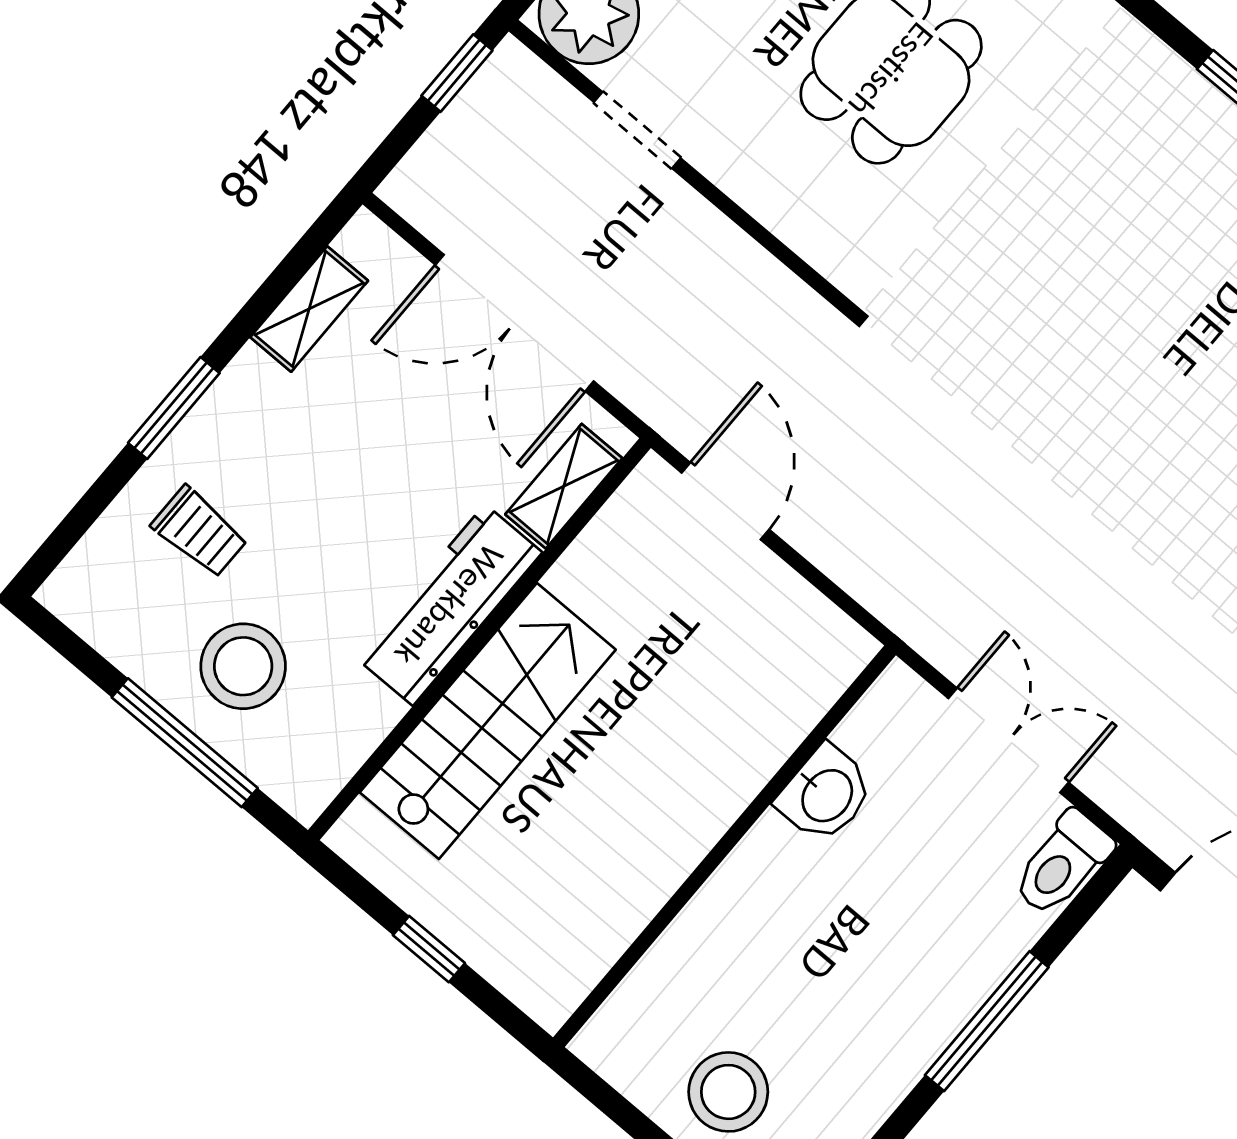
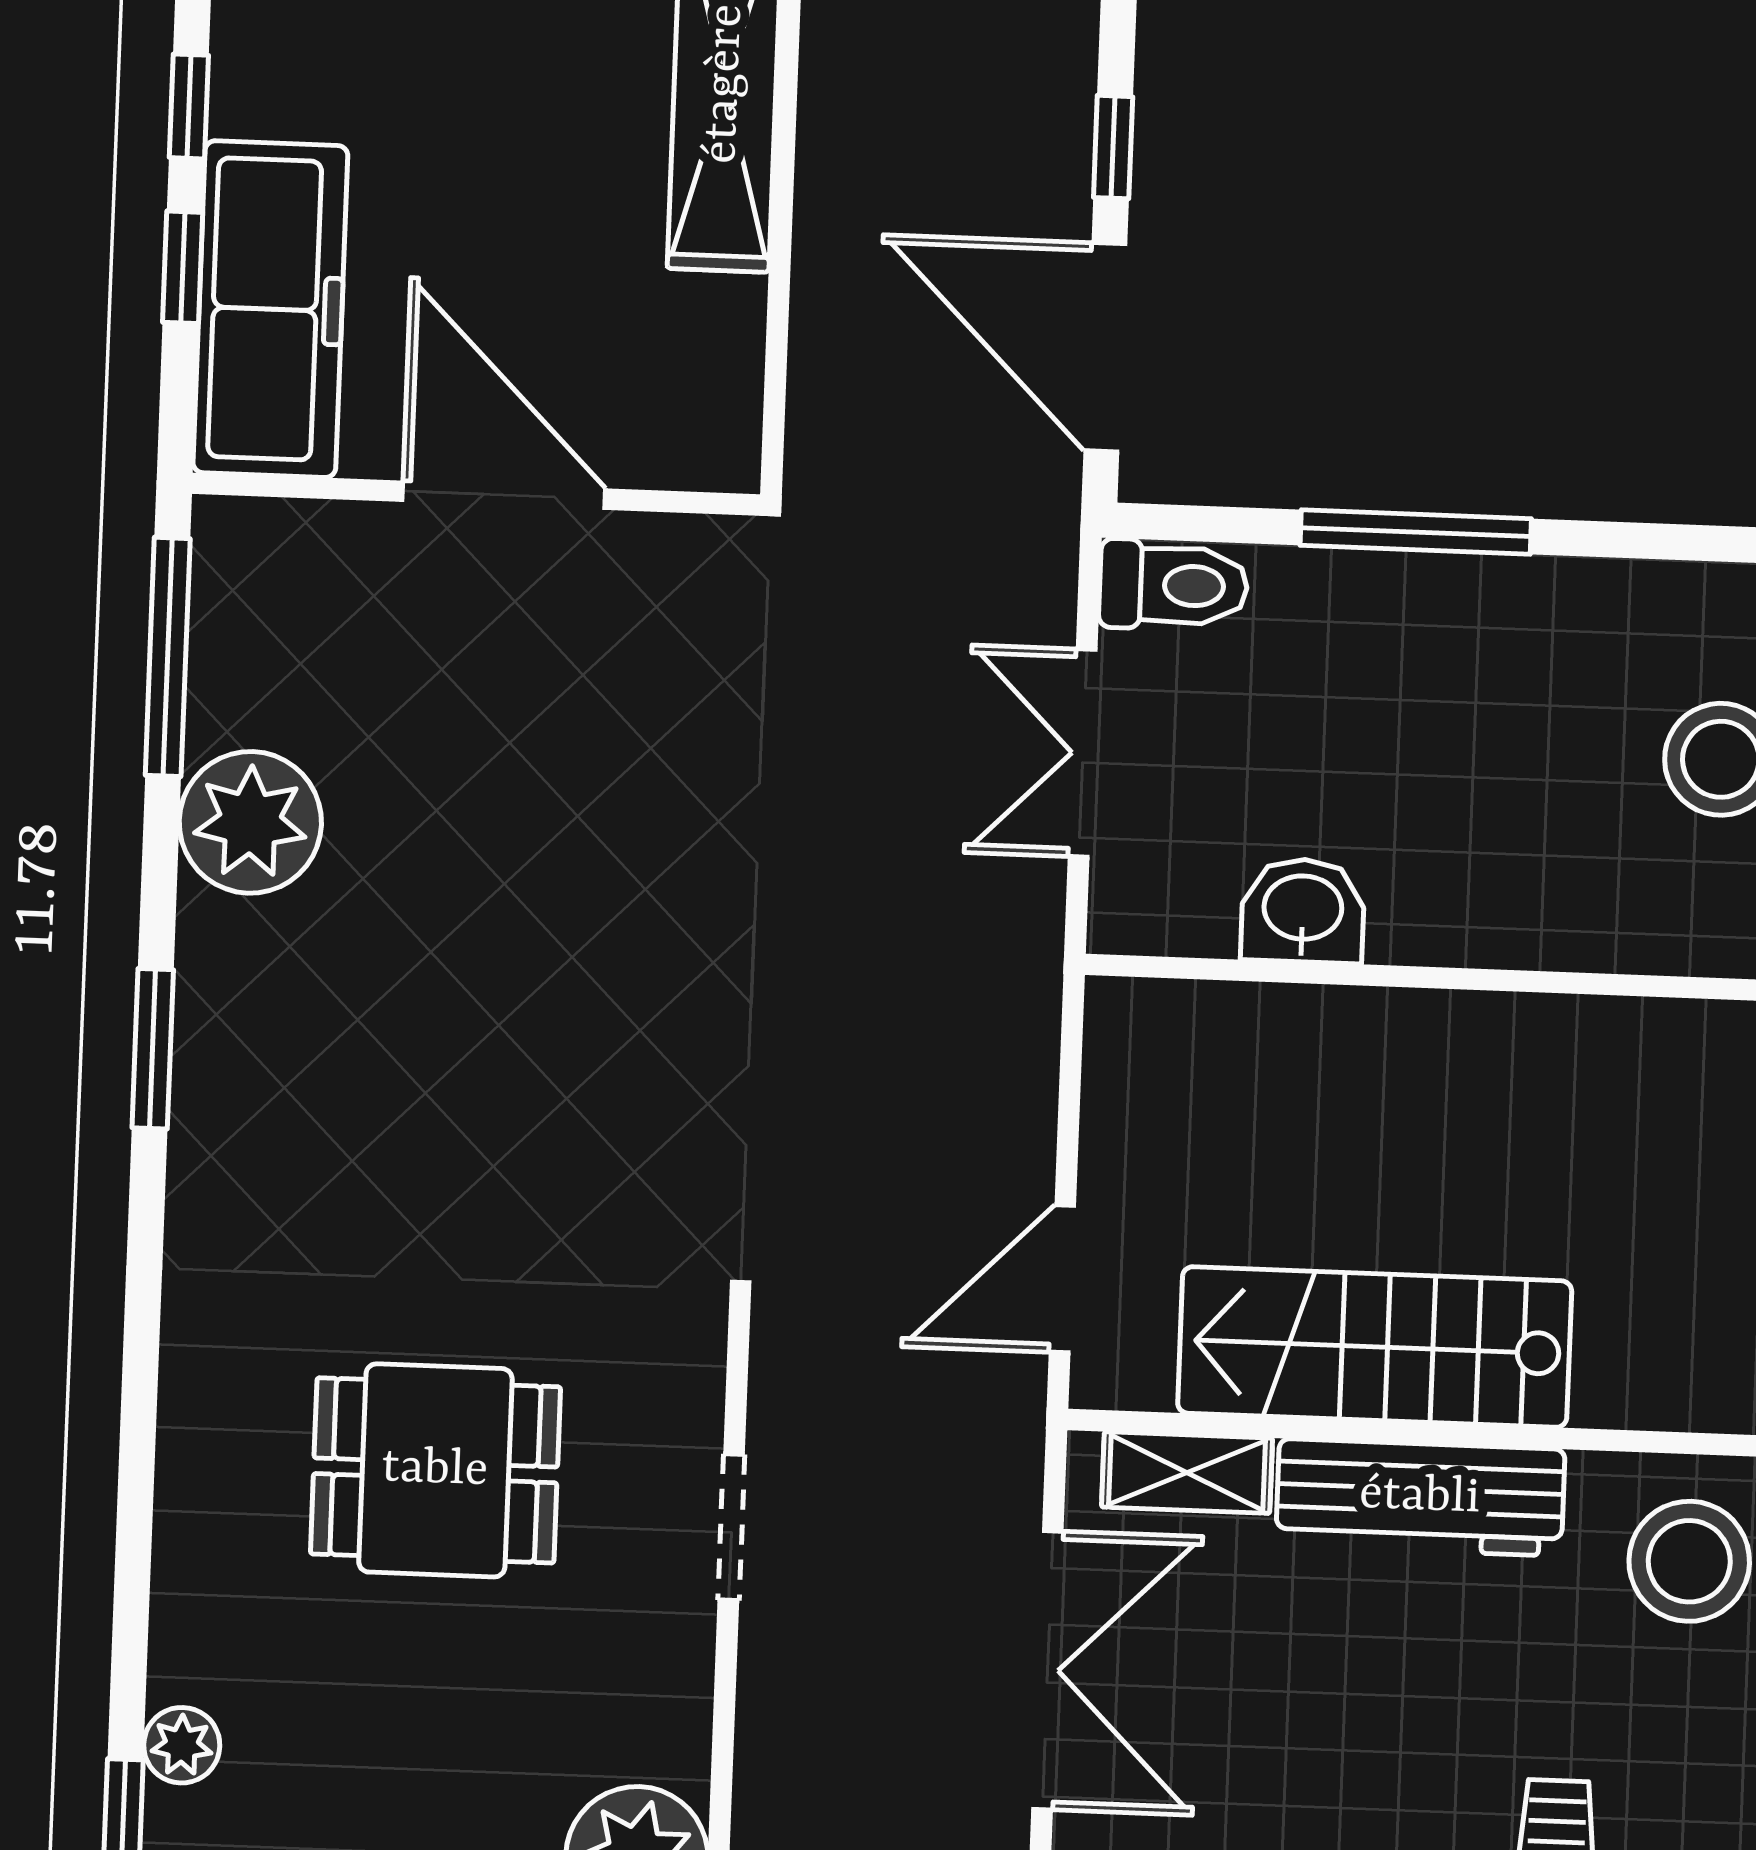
doorway: (637, 130) -> (731, 1527), moved
stool: (243, 666) -> (1689, 1561), moved
stairs: (488, 721) -> (1375, 1347), moved

